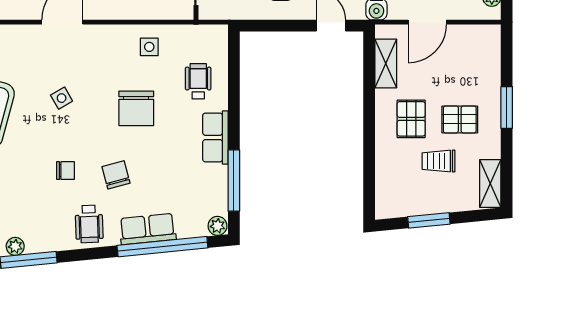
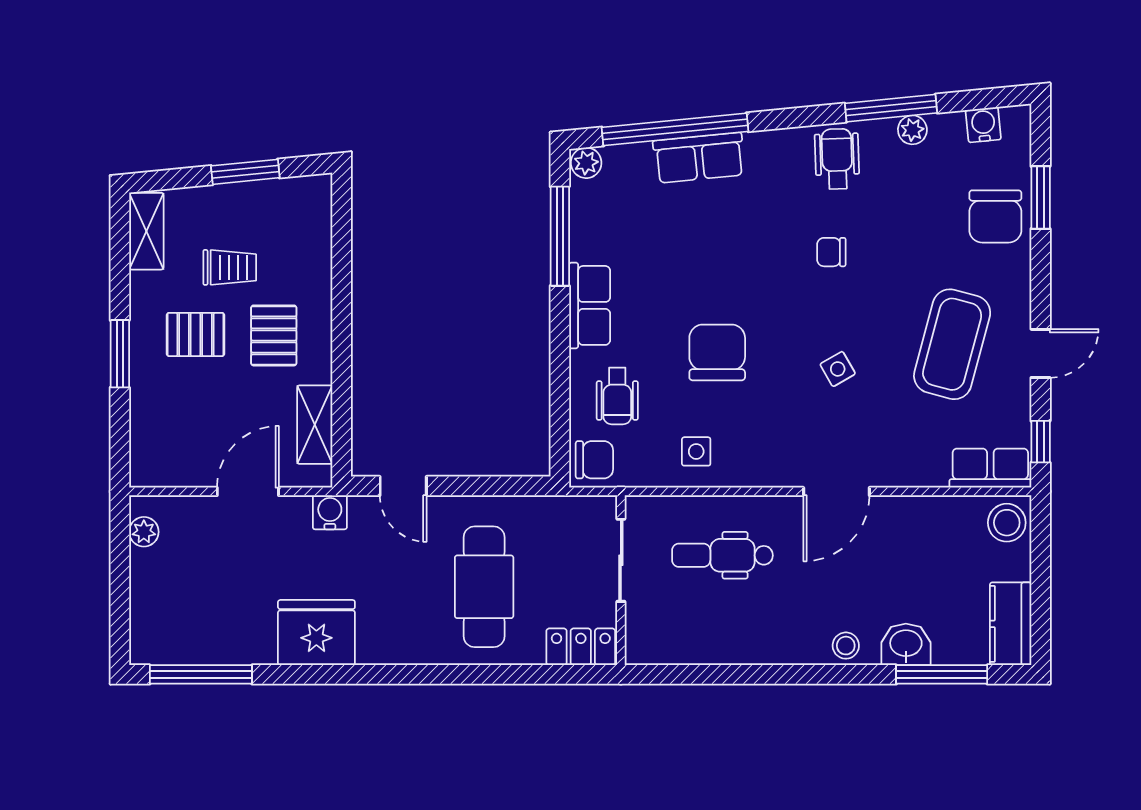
chair: (116, 175) -> (594, 460), moved, turned -75
wheelchair: (89, 224) -> (837, 159), moved

